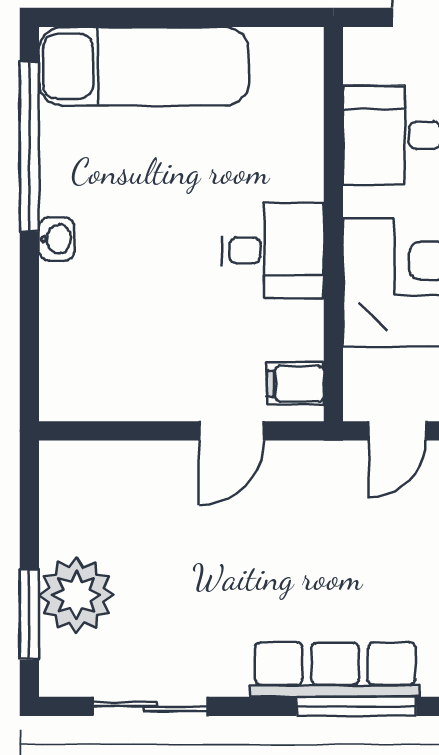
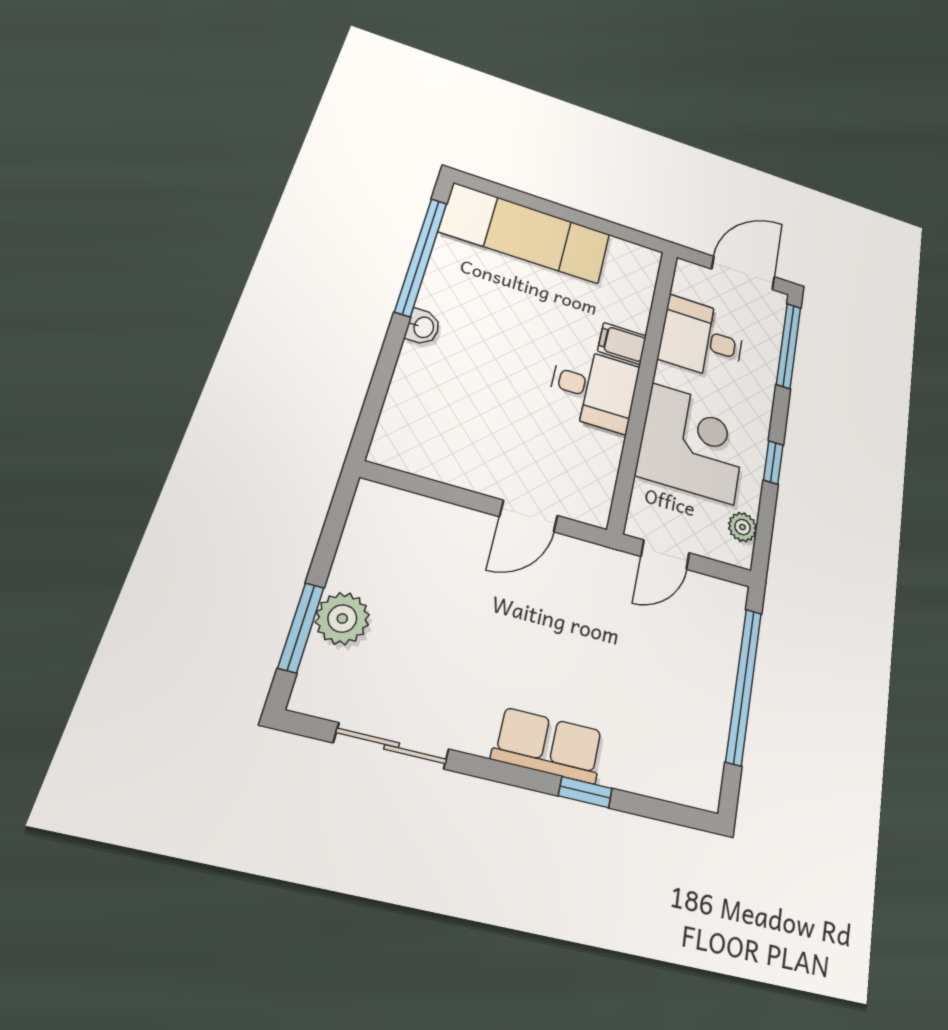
filing cabinet: (296, 384) -> (622, 343), moved
plant: (76, 595) -> (342, 619), width x0.73, depth x0.73
row of seats: (335, 670) -> (548, 745), width x0.68
window: (356, 706) -> (585, 792), width x0.46

